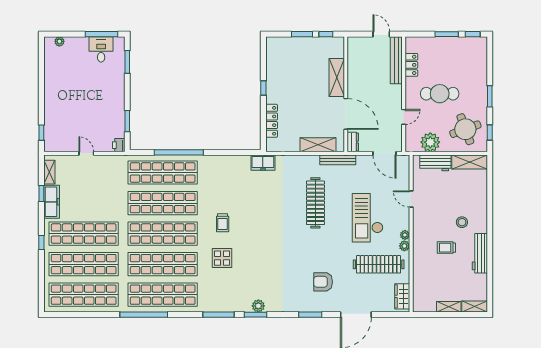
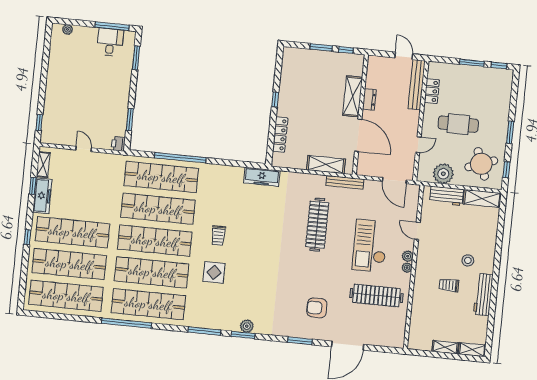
dresser: (353, 142) -> (369, 99), moved
freezer: (263, 163) -> (262, 177), width x1.40
plant: (404, 246) -> (408, 256), moved
wardrobe: (402, 296) -> (398, 331), removed

